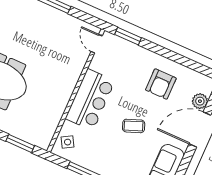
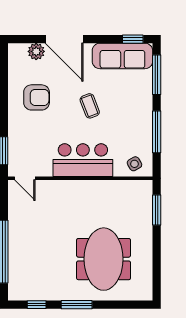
door: (97, 44) -> (25, 178), hinge flipped

